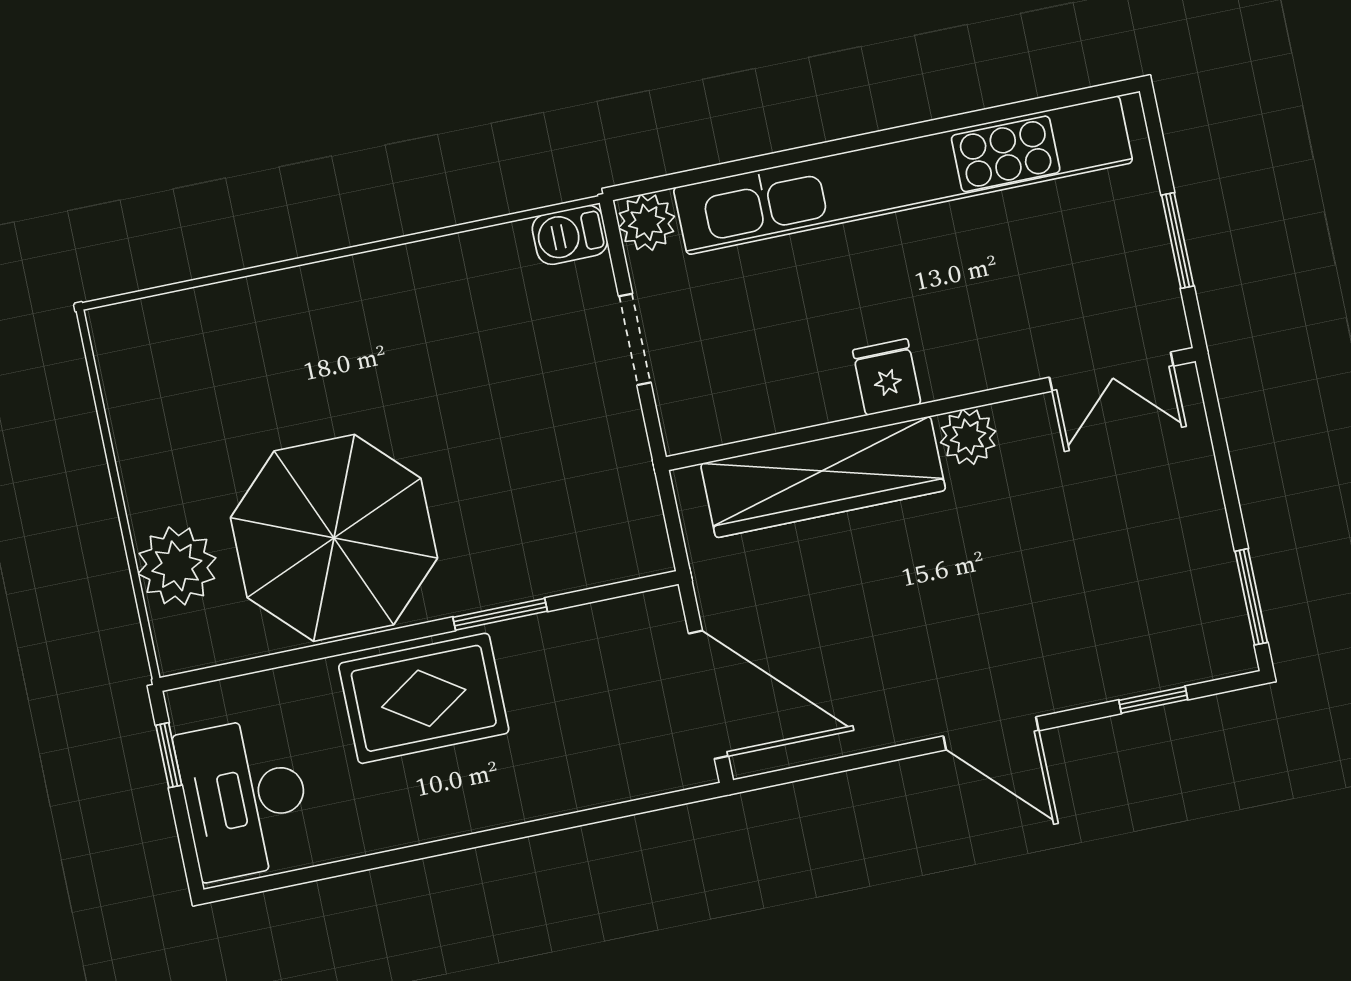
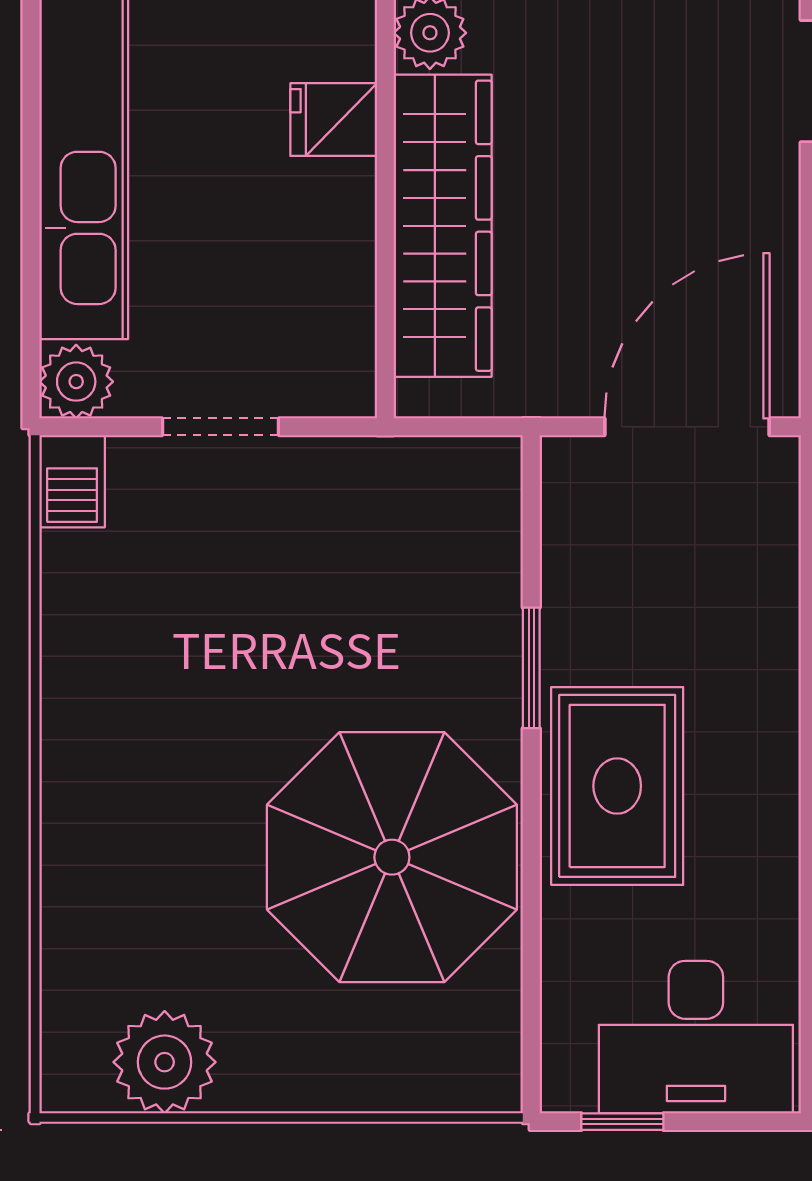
plant: (177, 566) -> (165, 1062), moved

